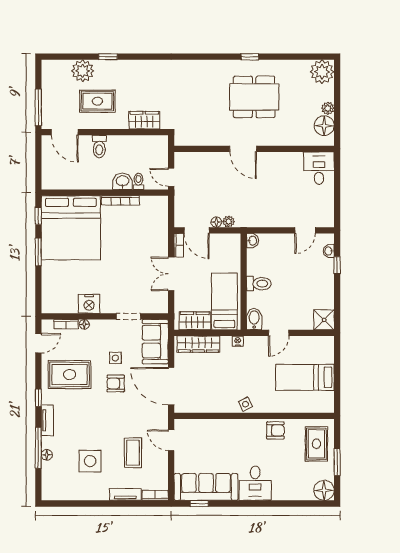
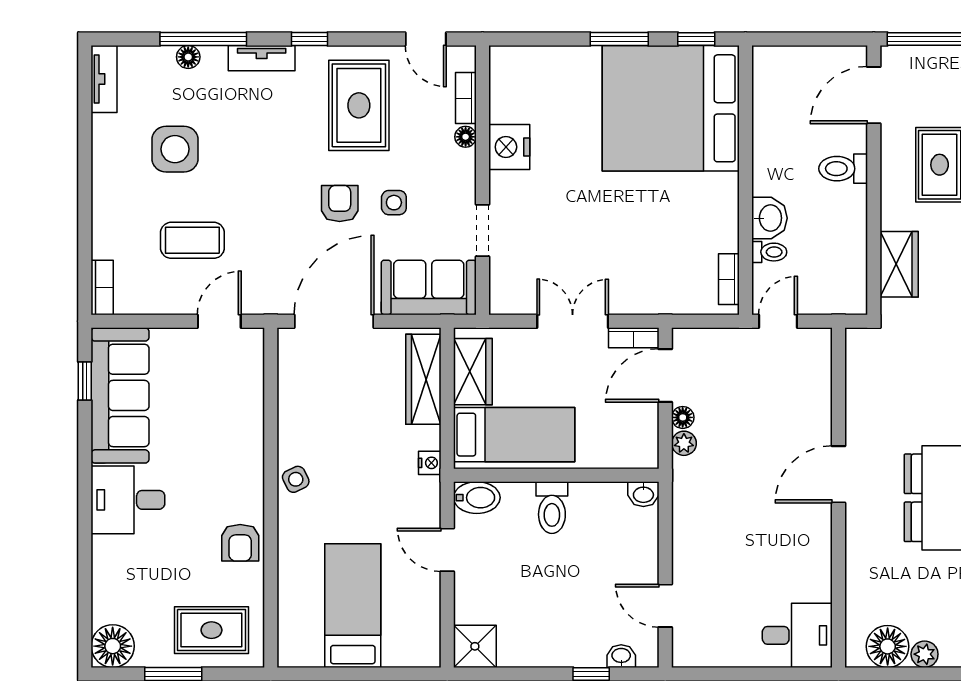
bookcase: (120, 200) -> (729, 279), moved, width x0.64
tv unit: (125, 494) -> (104, 79), moved

